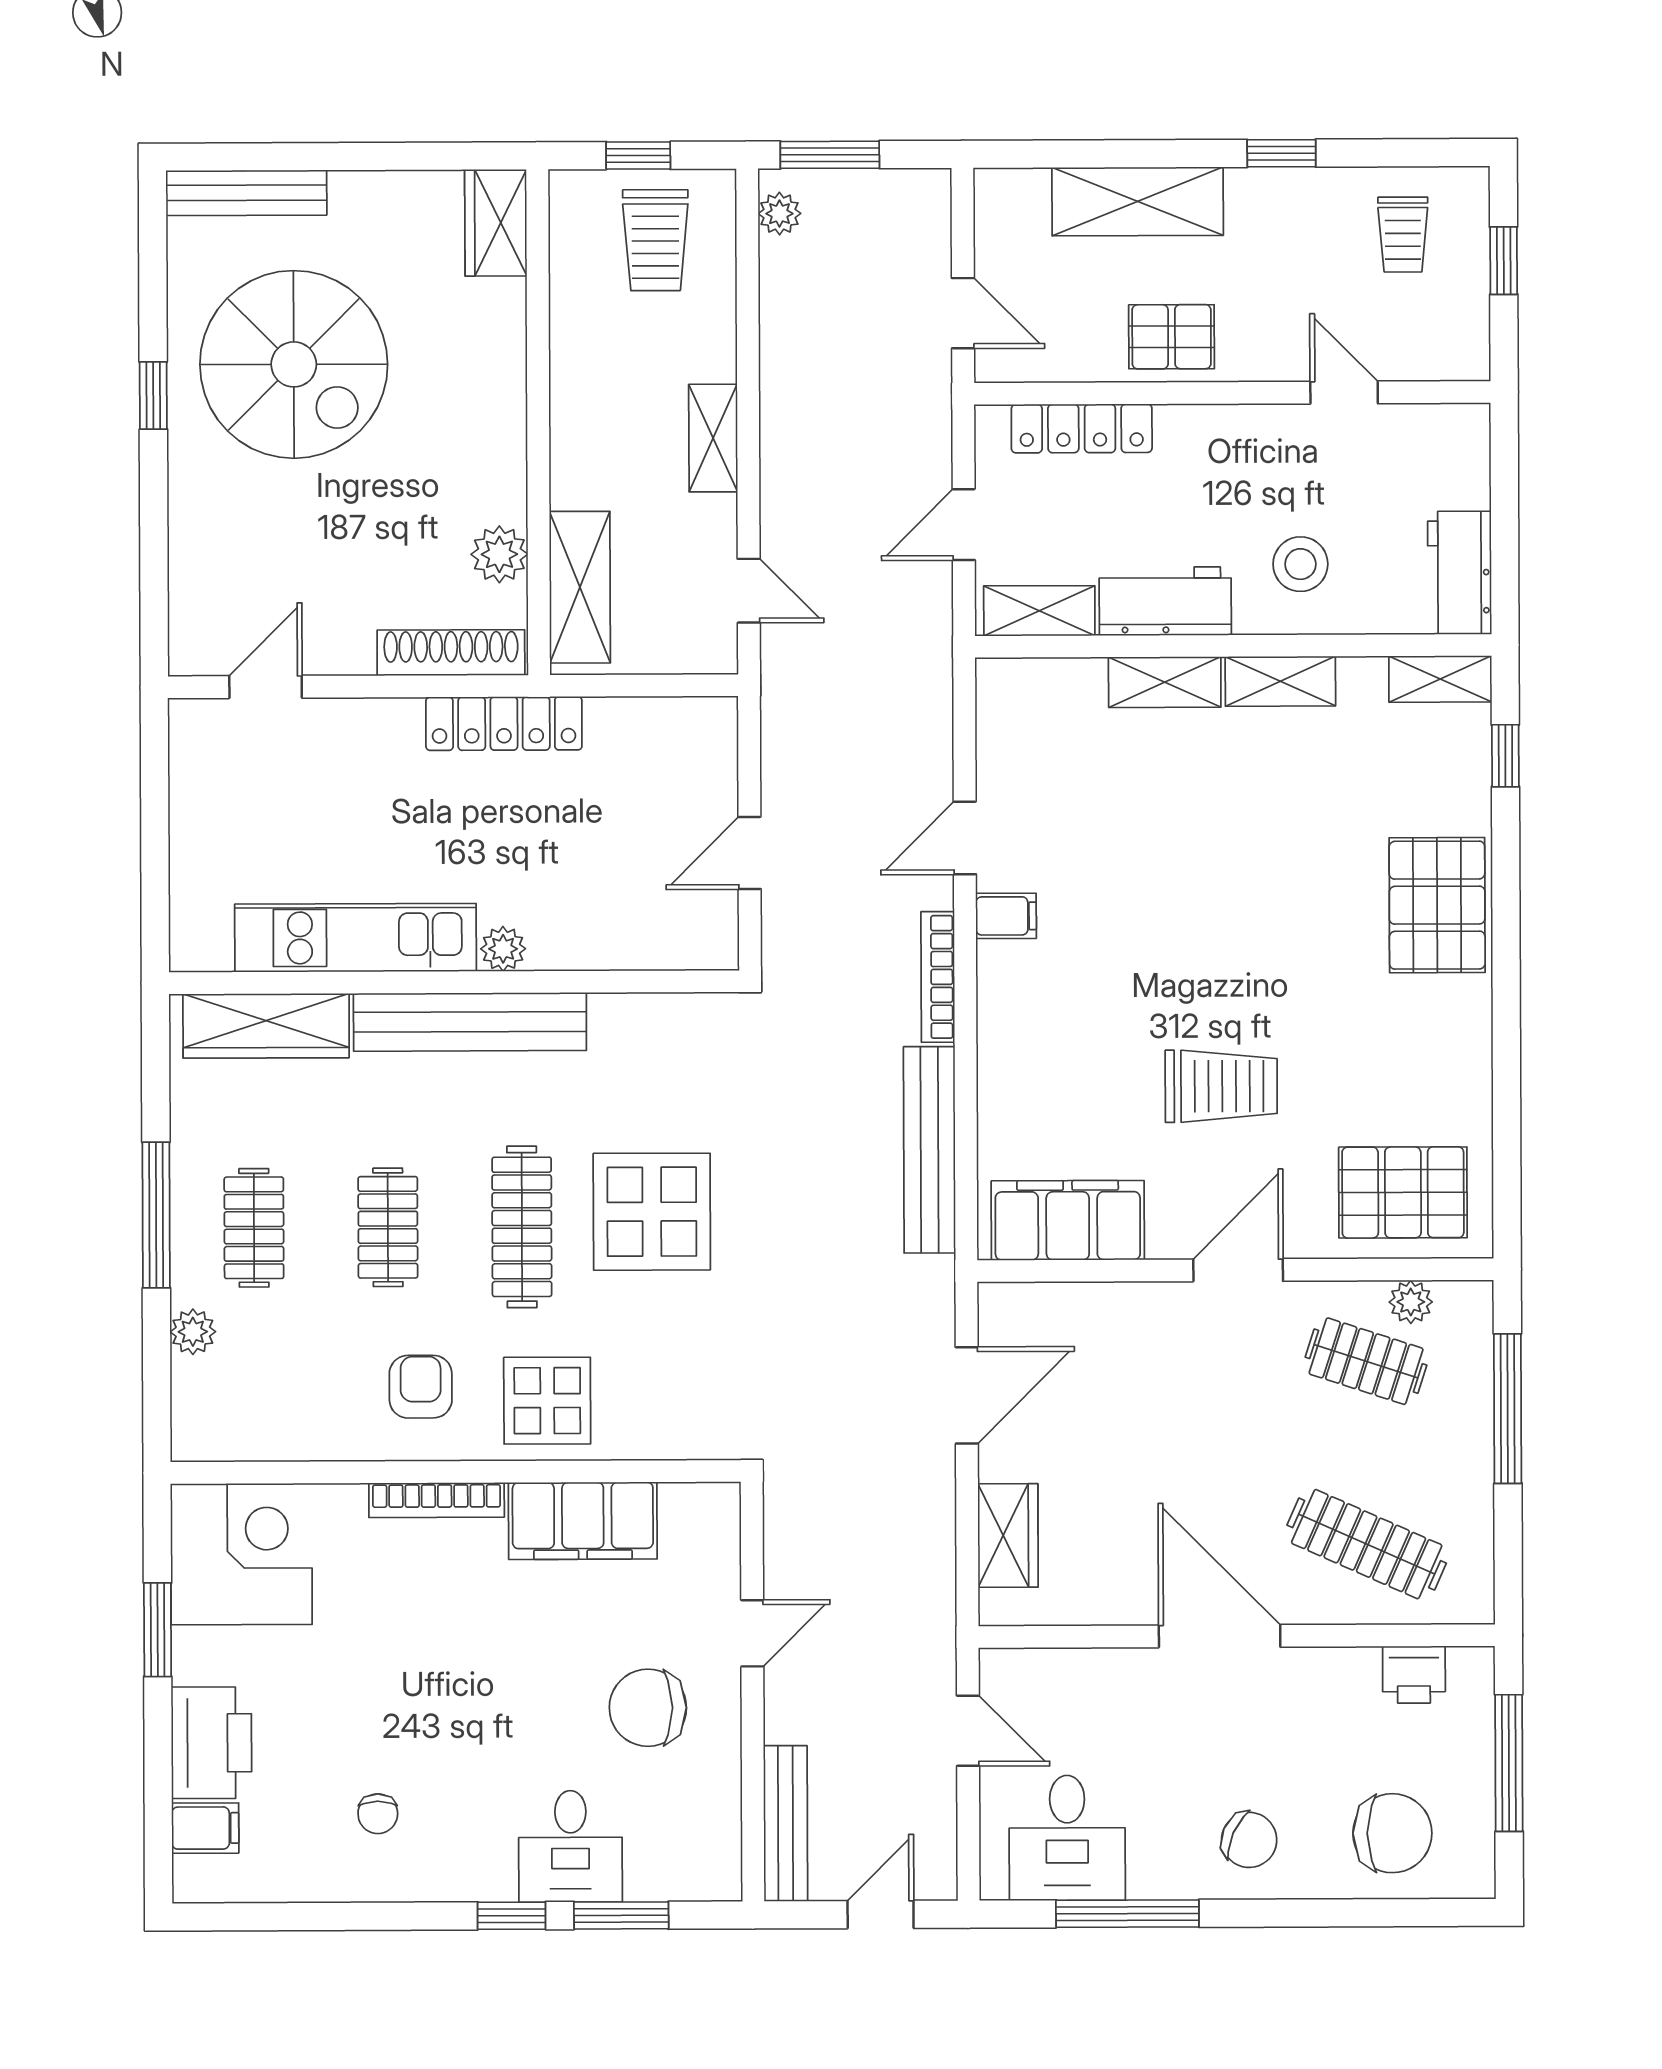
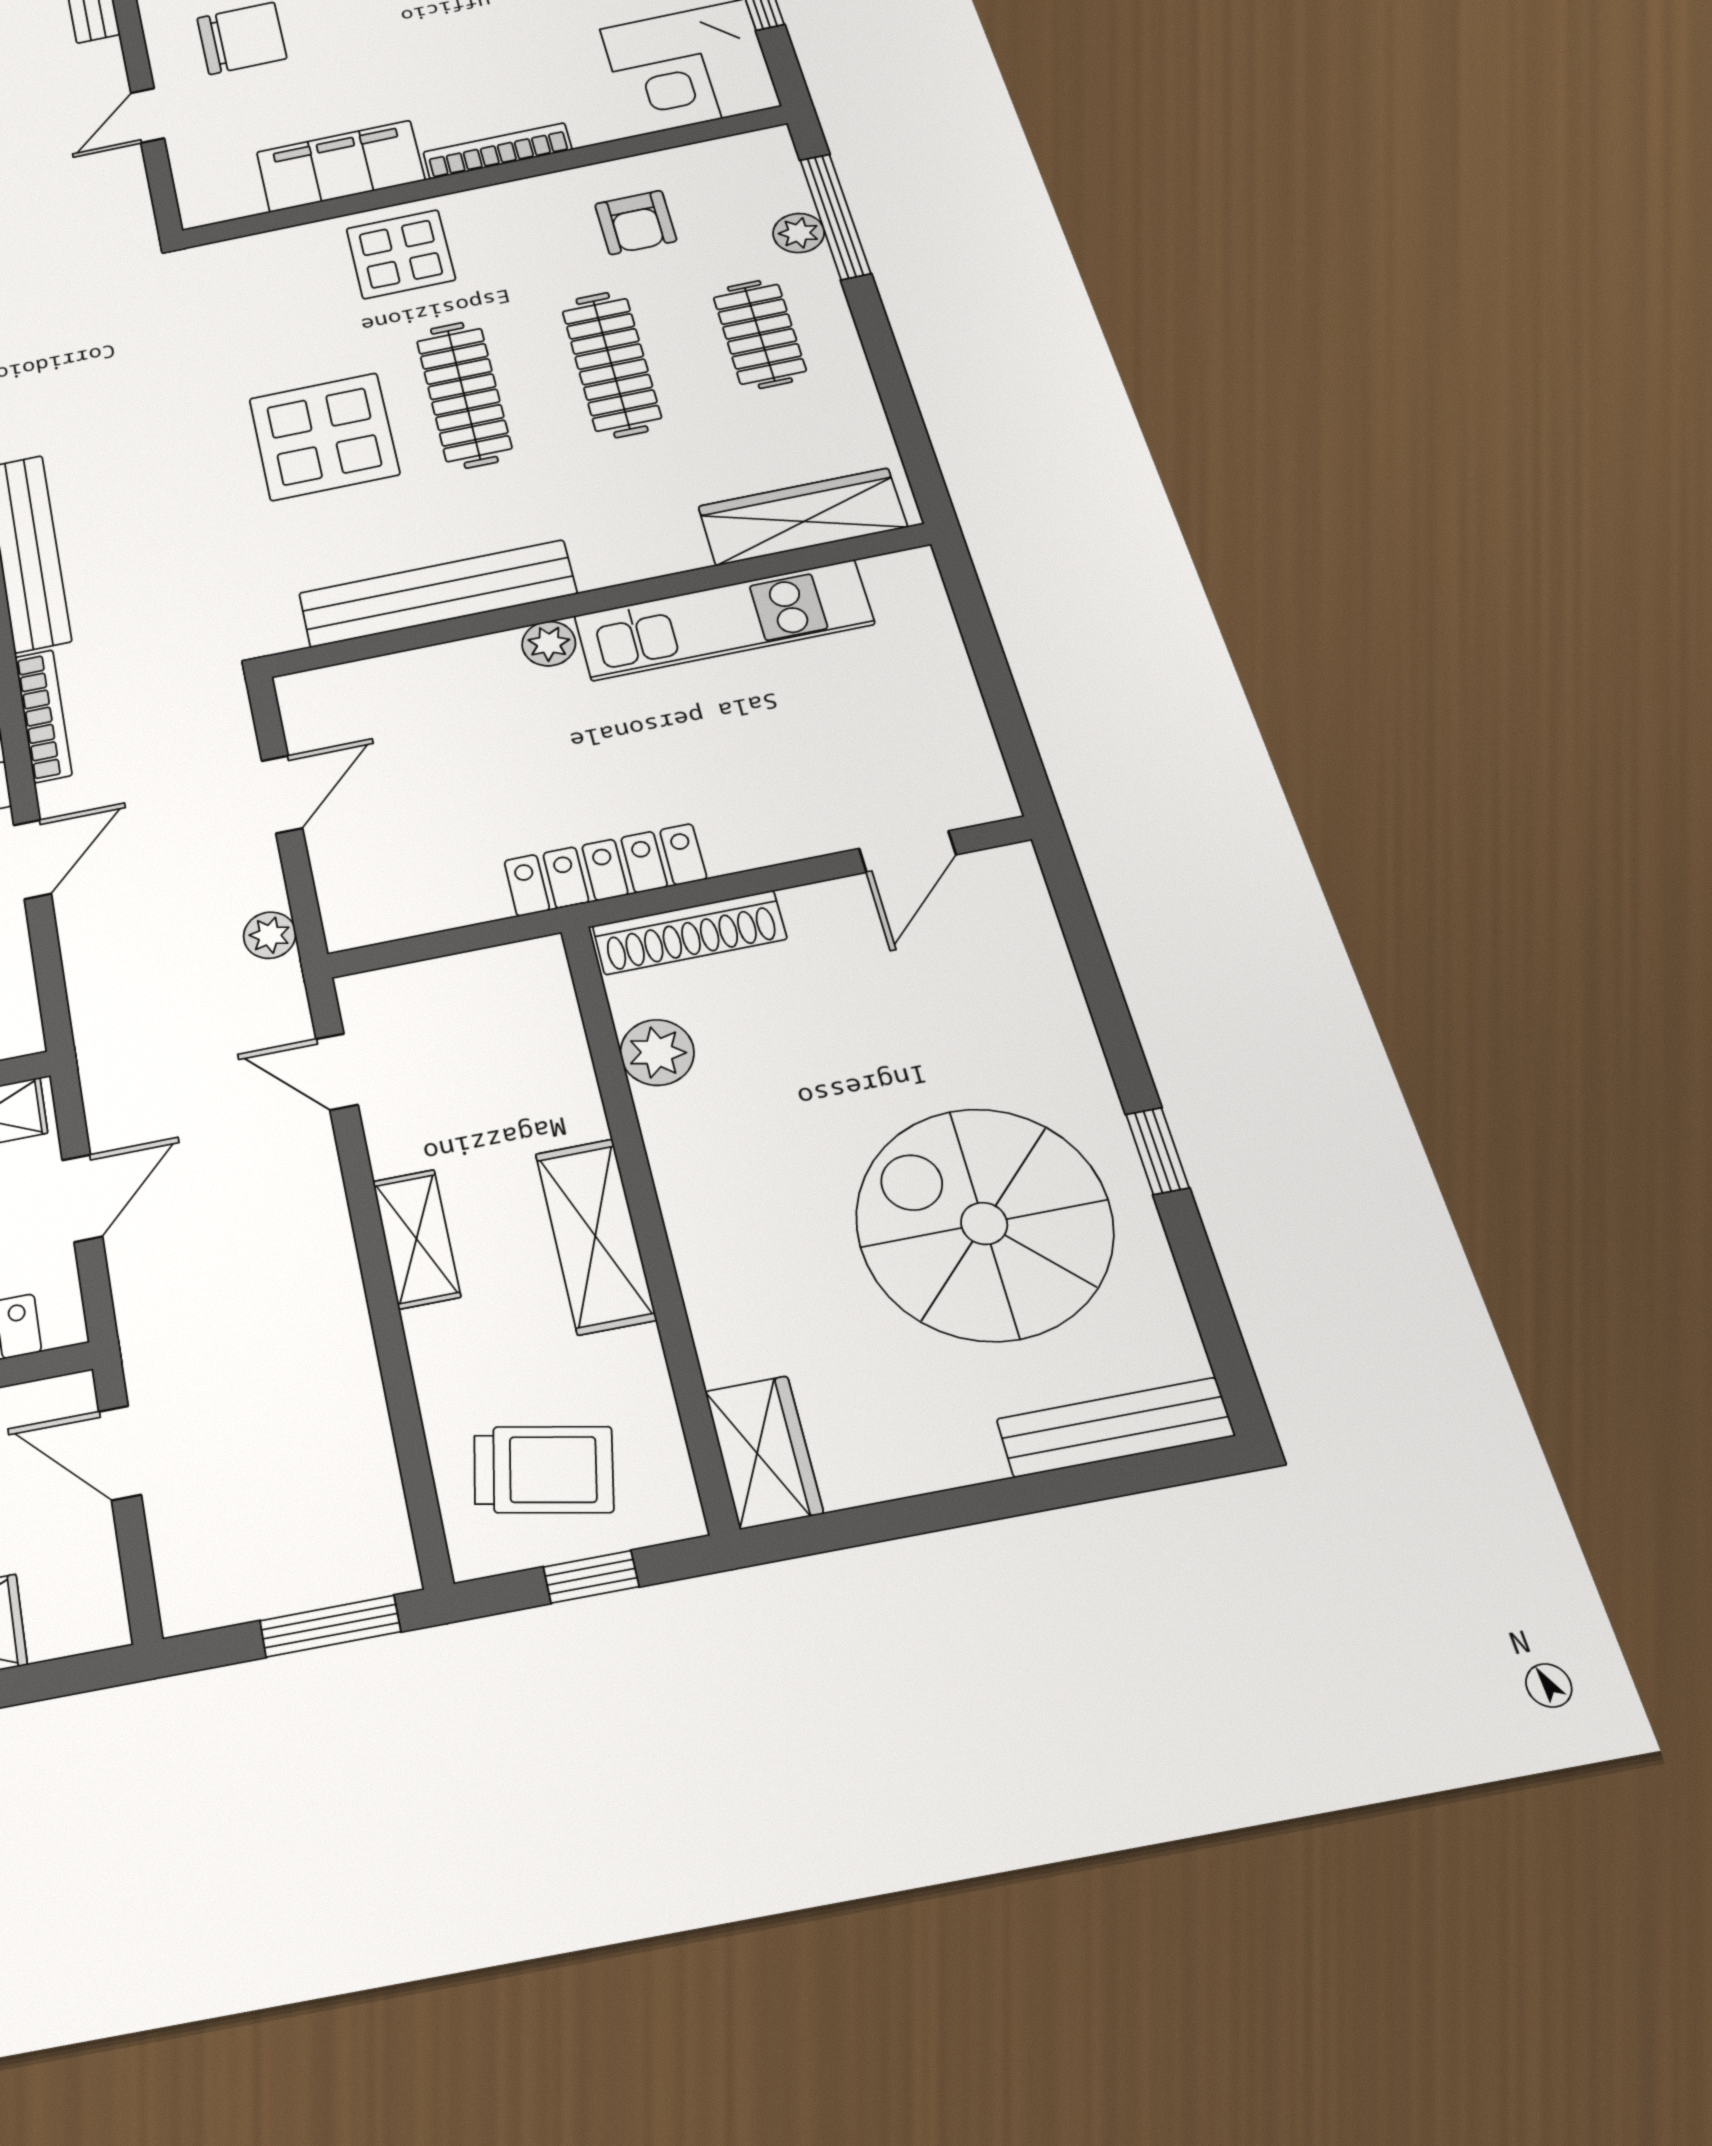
plant: (779, 214) -> (270, 935), moved
trolley: (655, 240) -> (543, 1470), turned 101
shelving: (580, 587) -> (595, 1236), moved
bench: (470, 1022) -> (437, 593), moved
window: (156, 1215) -> (835, 216), moved
clothes rail: (388, 1227) -> (612, 364), width x1.36
armchair: (421, 1387) -> (636, 222), moved

